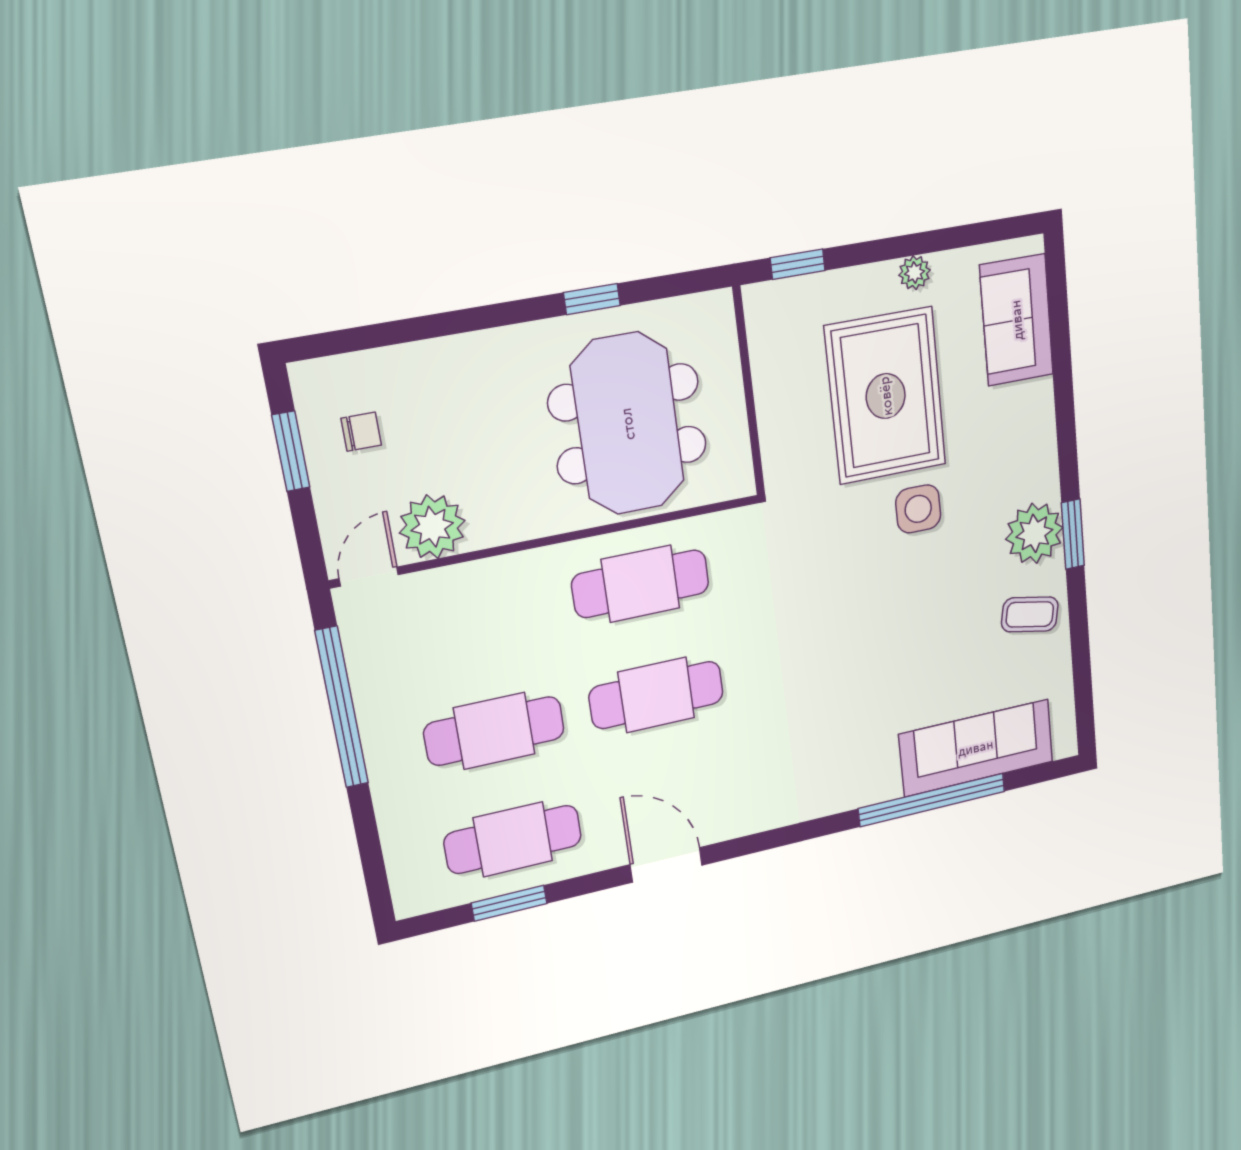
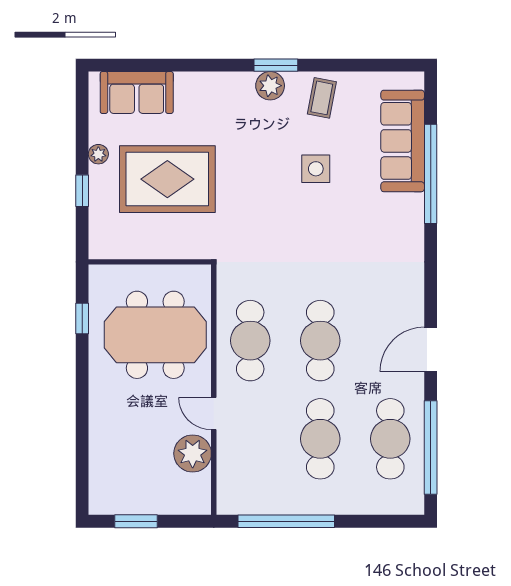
window: (798, 264) -> (82, 191), moved
window: (592, 299) -> (82, 318), moved
chair: (361, 432) -> (132, 482), removed
side table: (918, 509) -> (316, 169), moved
plant: (1034, 533) -> (270, 86), width x0.73, depth x0.73
door: (369, 577) -> (214, 414), moved
window: (509, 903) -> (431, 448), width x2.11

